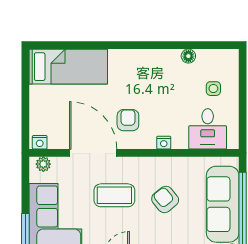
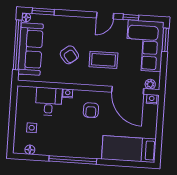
window: (150, 45) -> (73, 160), added
floor lamp: (188, 56) -> (30, 150), moved
desk: (208, 129) -> (49, 101), moved
door: (93, 153) -> (128, 90), moved

